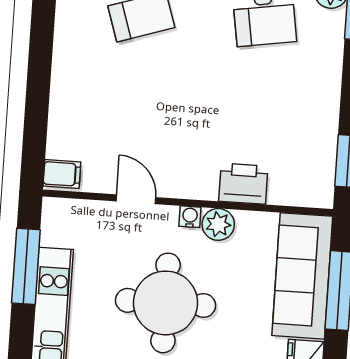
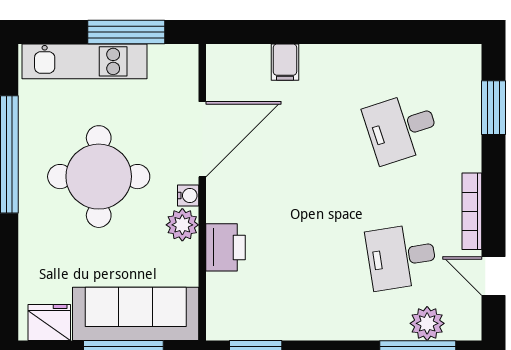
filing cabinet: (62, 174) -> (285, 62), moved
door: (136, 199) -> (202, 139), width x1.87

